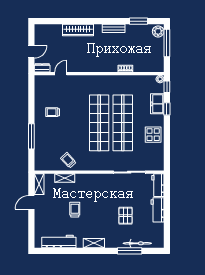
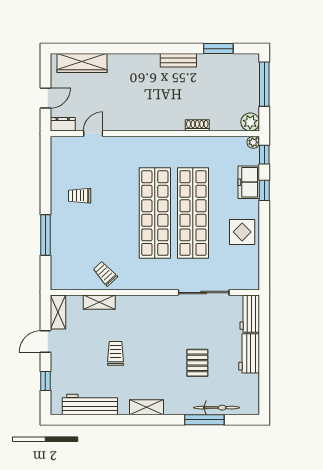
wardrobe: (78, 30) -> (82, 63), moved
plant: (158, 31) -> (250, 122), moved
window: (31, 227) -> (45, 381), added

